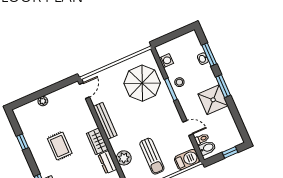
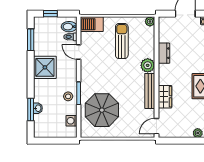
window: (223, 86) -> (31, 40), moved
wardrobe: (97, 141) -> (165, 97), moved
plant: (124, 158) -> (148, 65), moved

